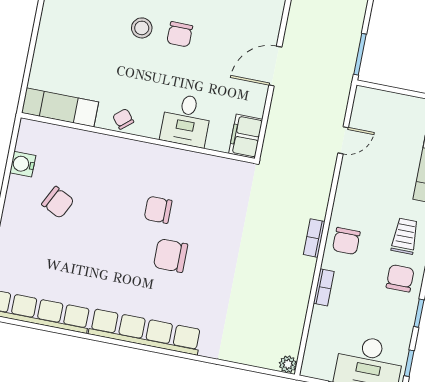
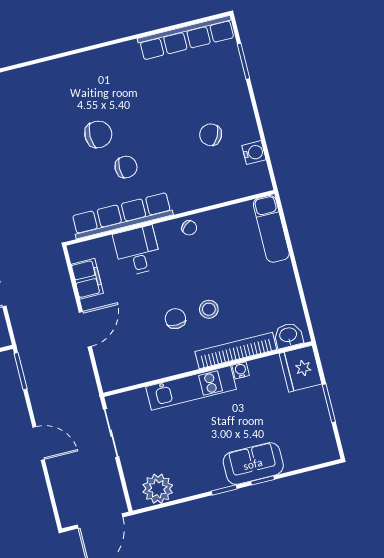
exam couch: (60, 107) -> (271, 229), moved, turned 90
filing cabinet: (246, 136) -> (87, 279), moved
row of seats: (145, 332) -> (122, 215), moved, turned 180

